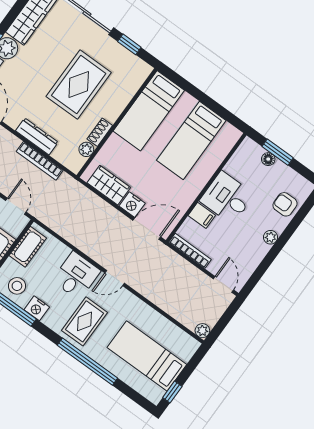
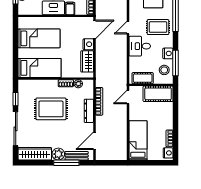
door: (147, 229) -> (94, 29), swing flipped
door: (115, 278) -> (128, 28), swing flipped

